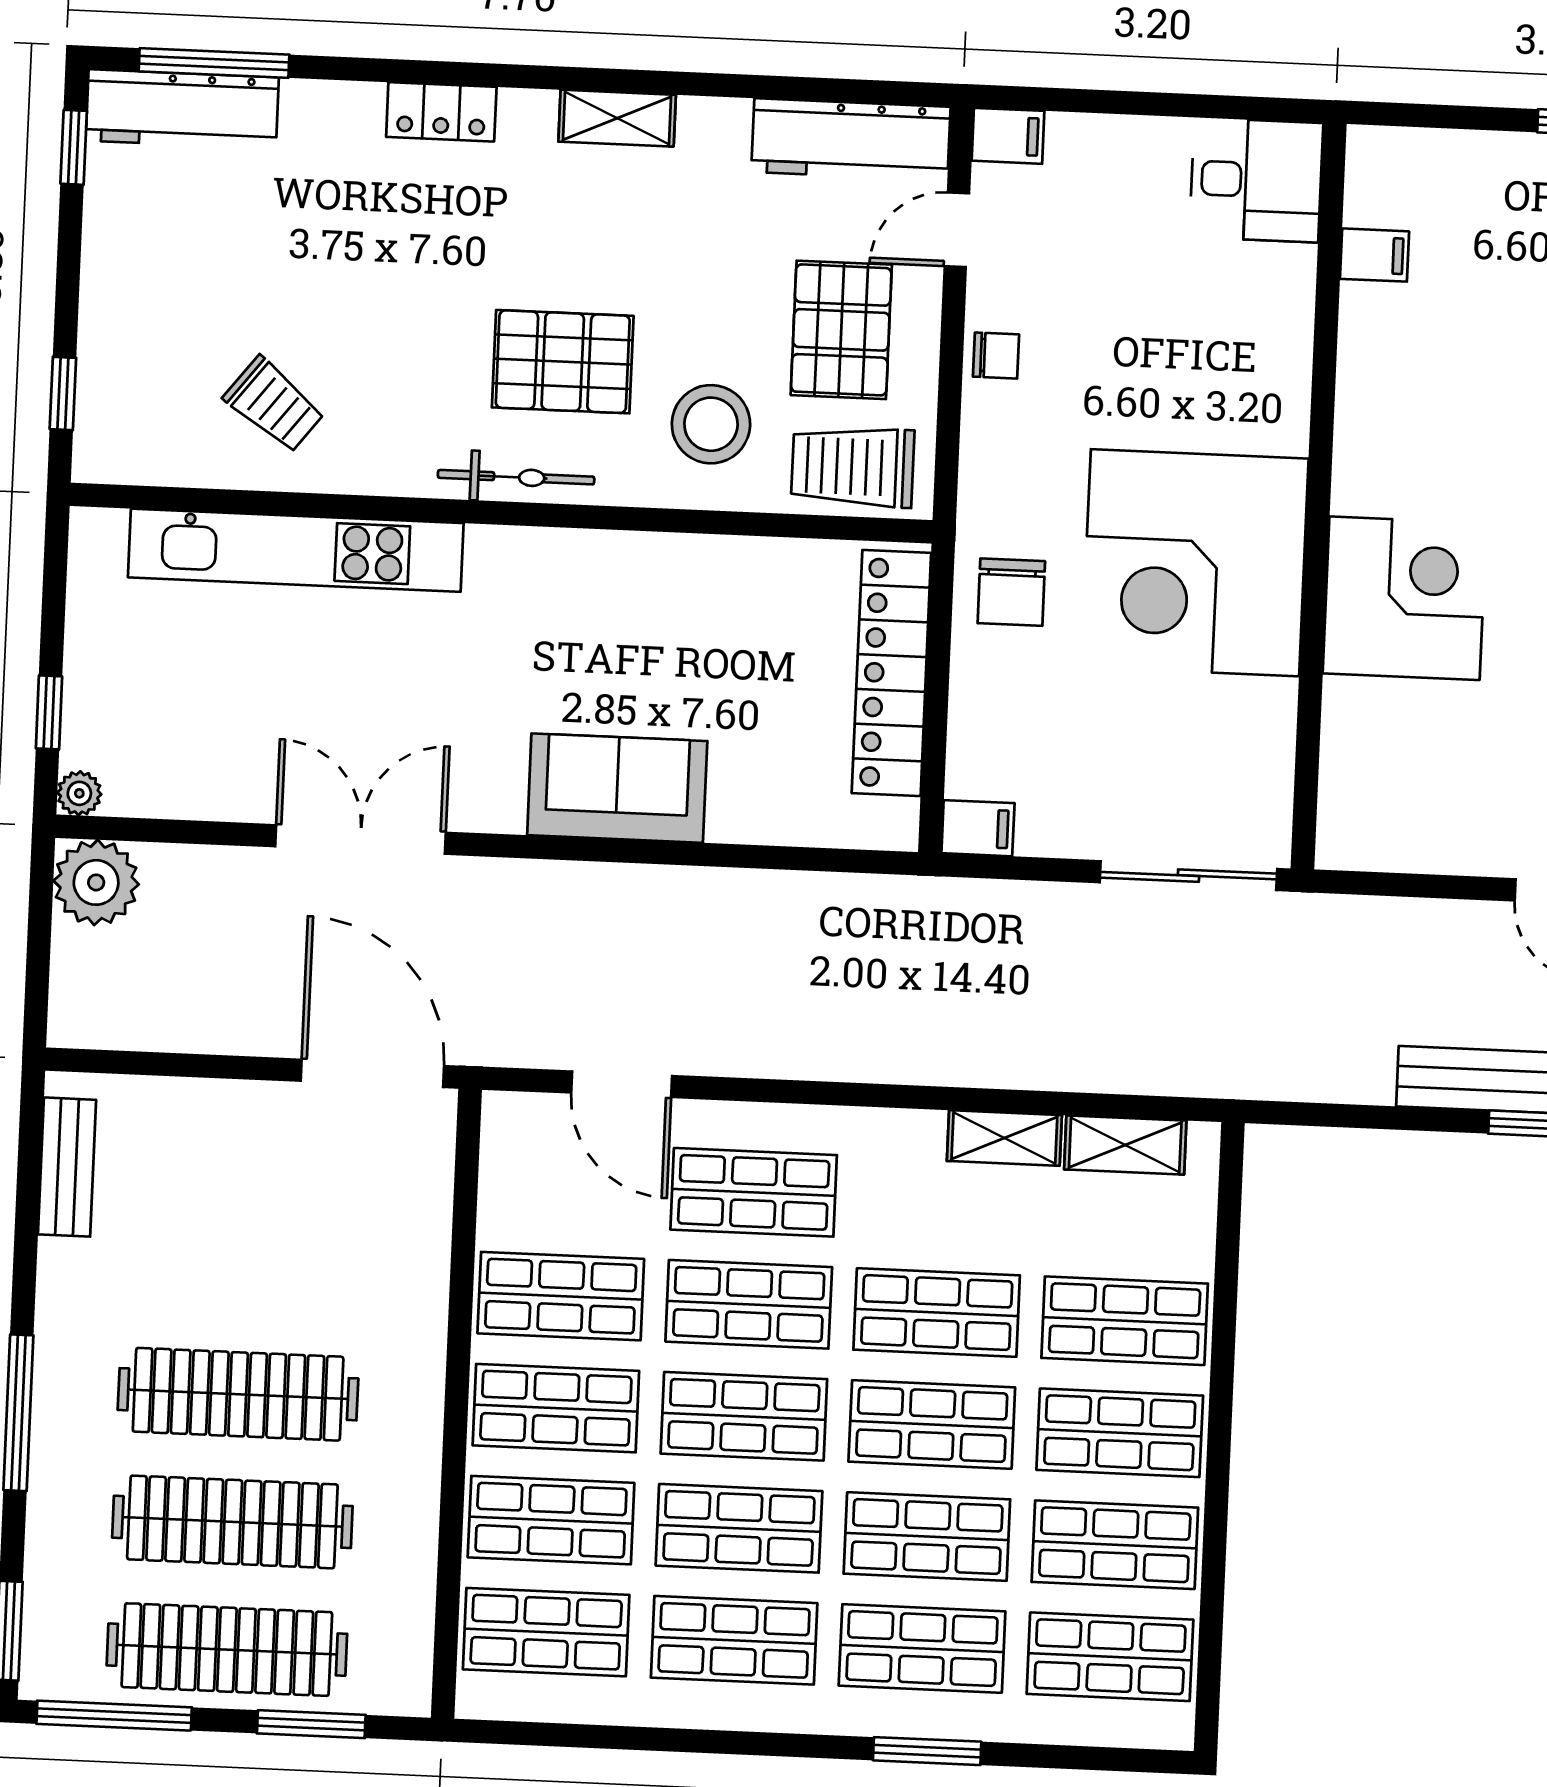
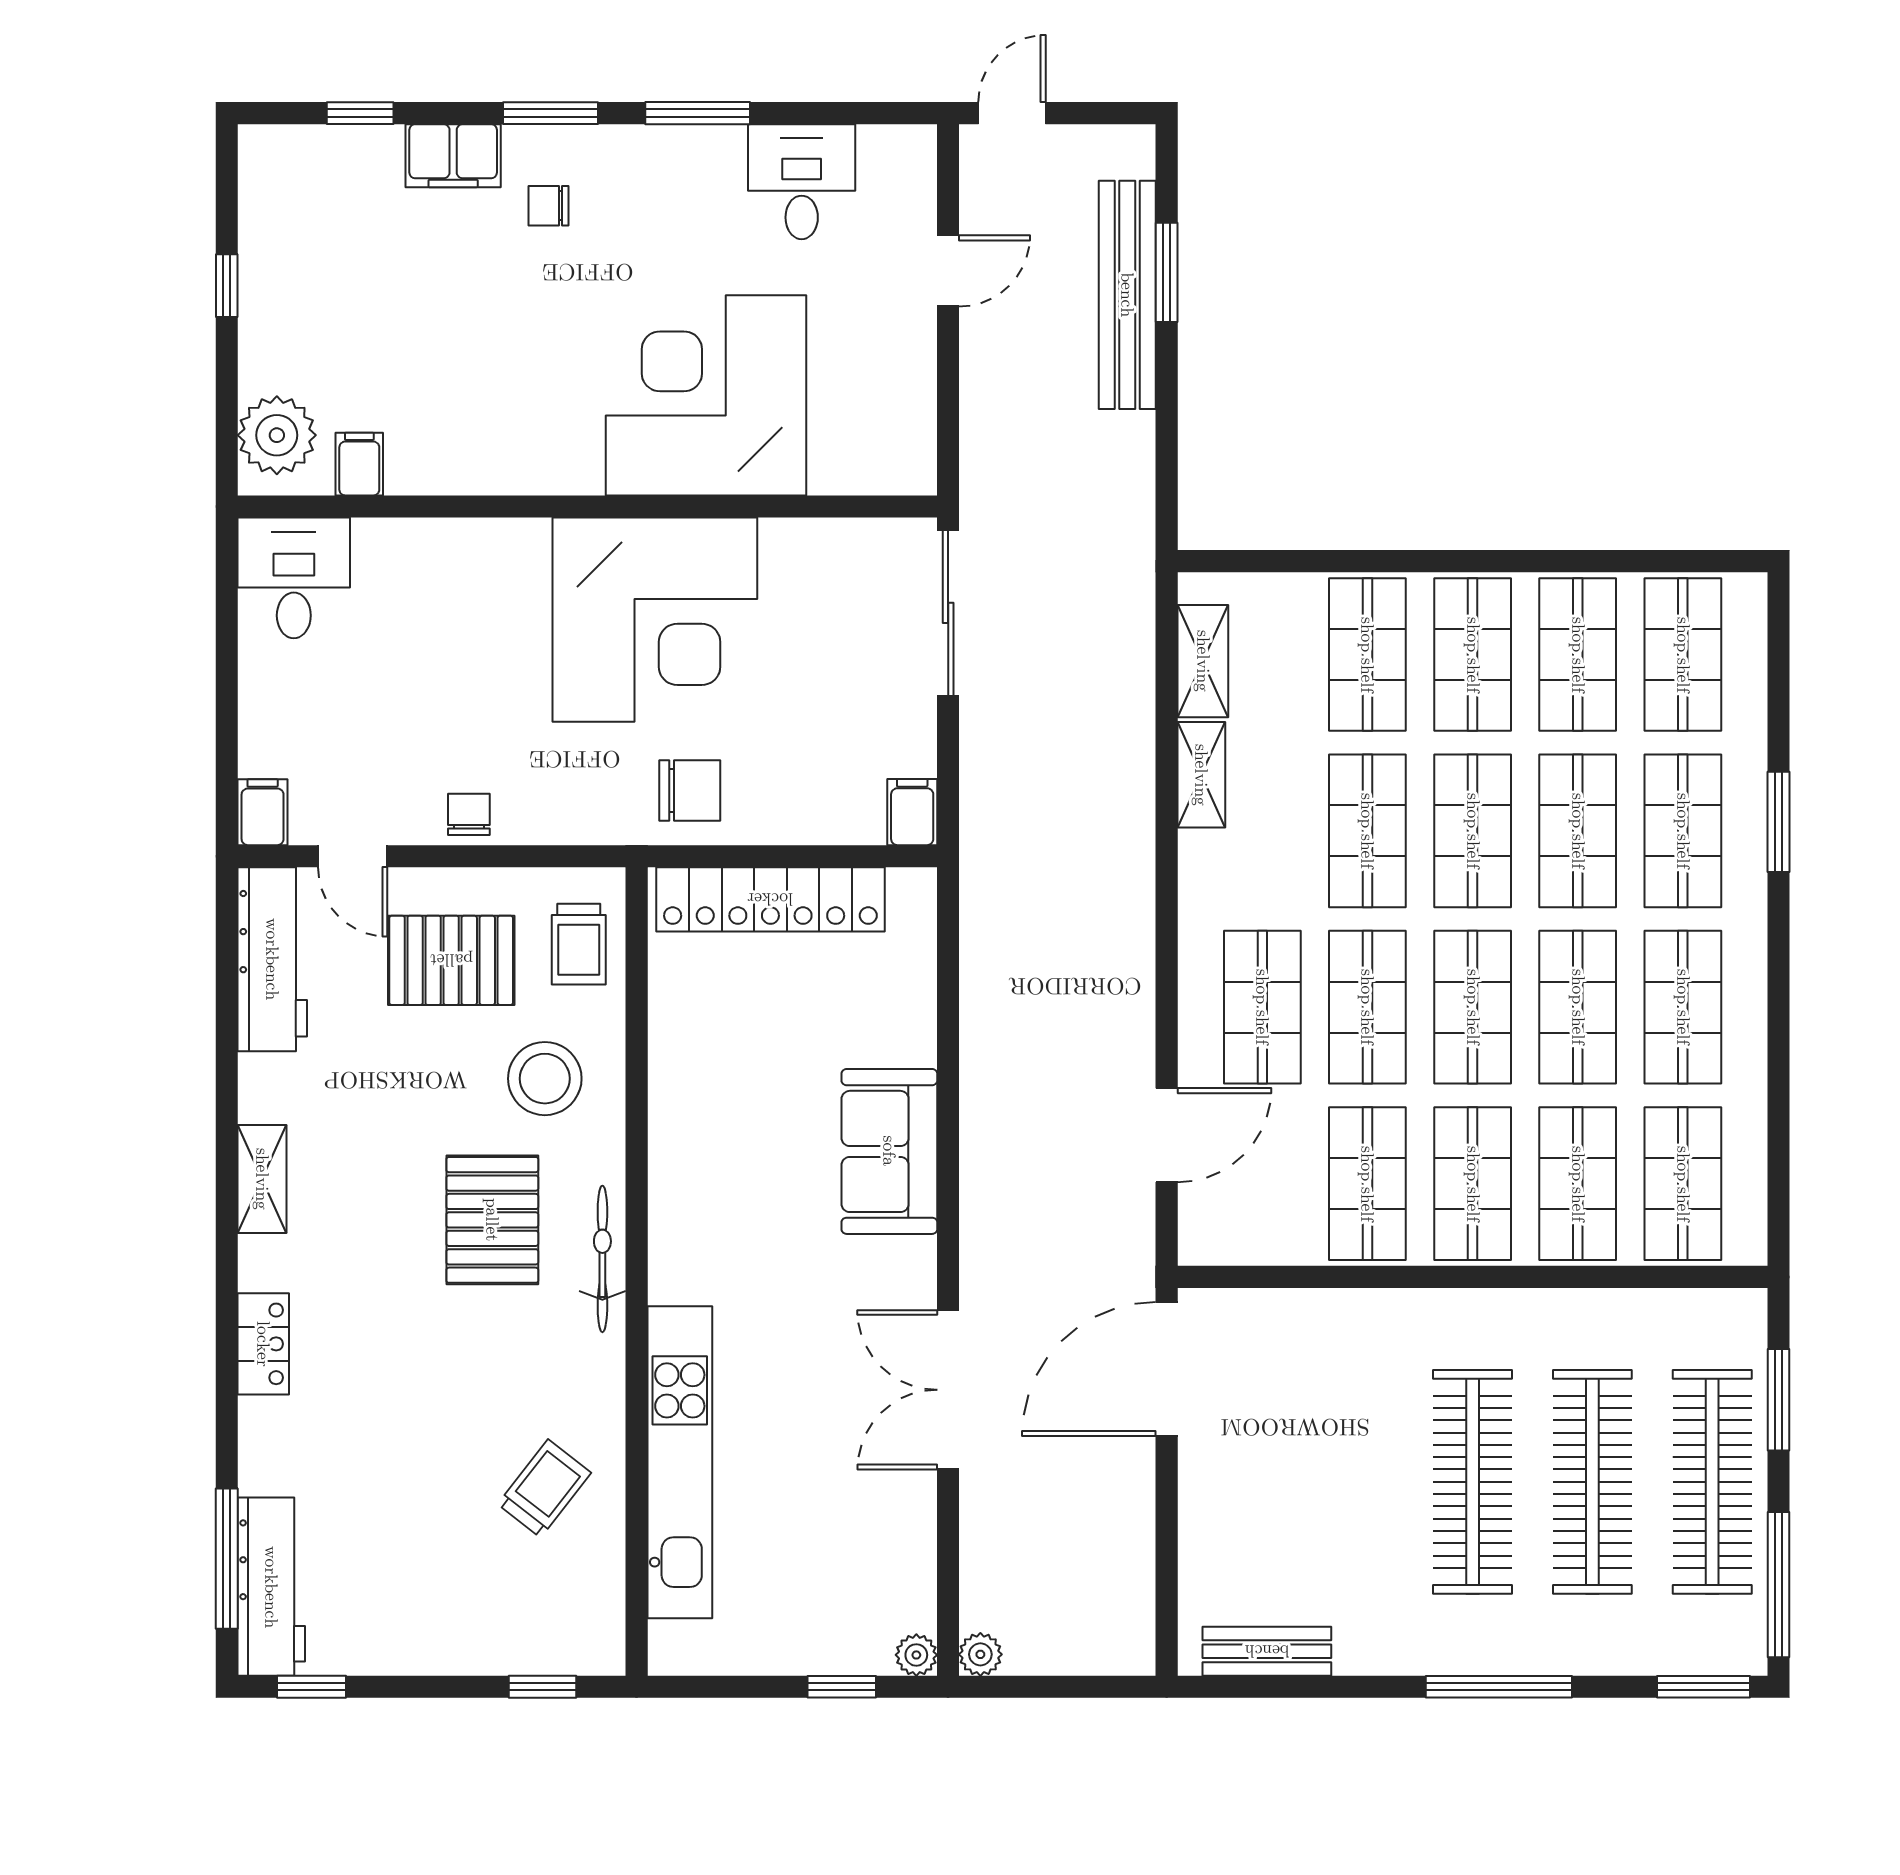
plant: (1409, 169) -> (277, 435), added
trolley: (853, 467) -> (579, 944), width x0.73, depth x0.72
corner desk: (1405, 598) -> (706, 395), width x1.36, depth x1.36
plant: (96, 882) -> (980, 1654), width x0.53, depth x0.53

